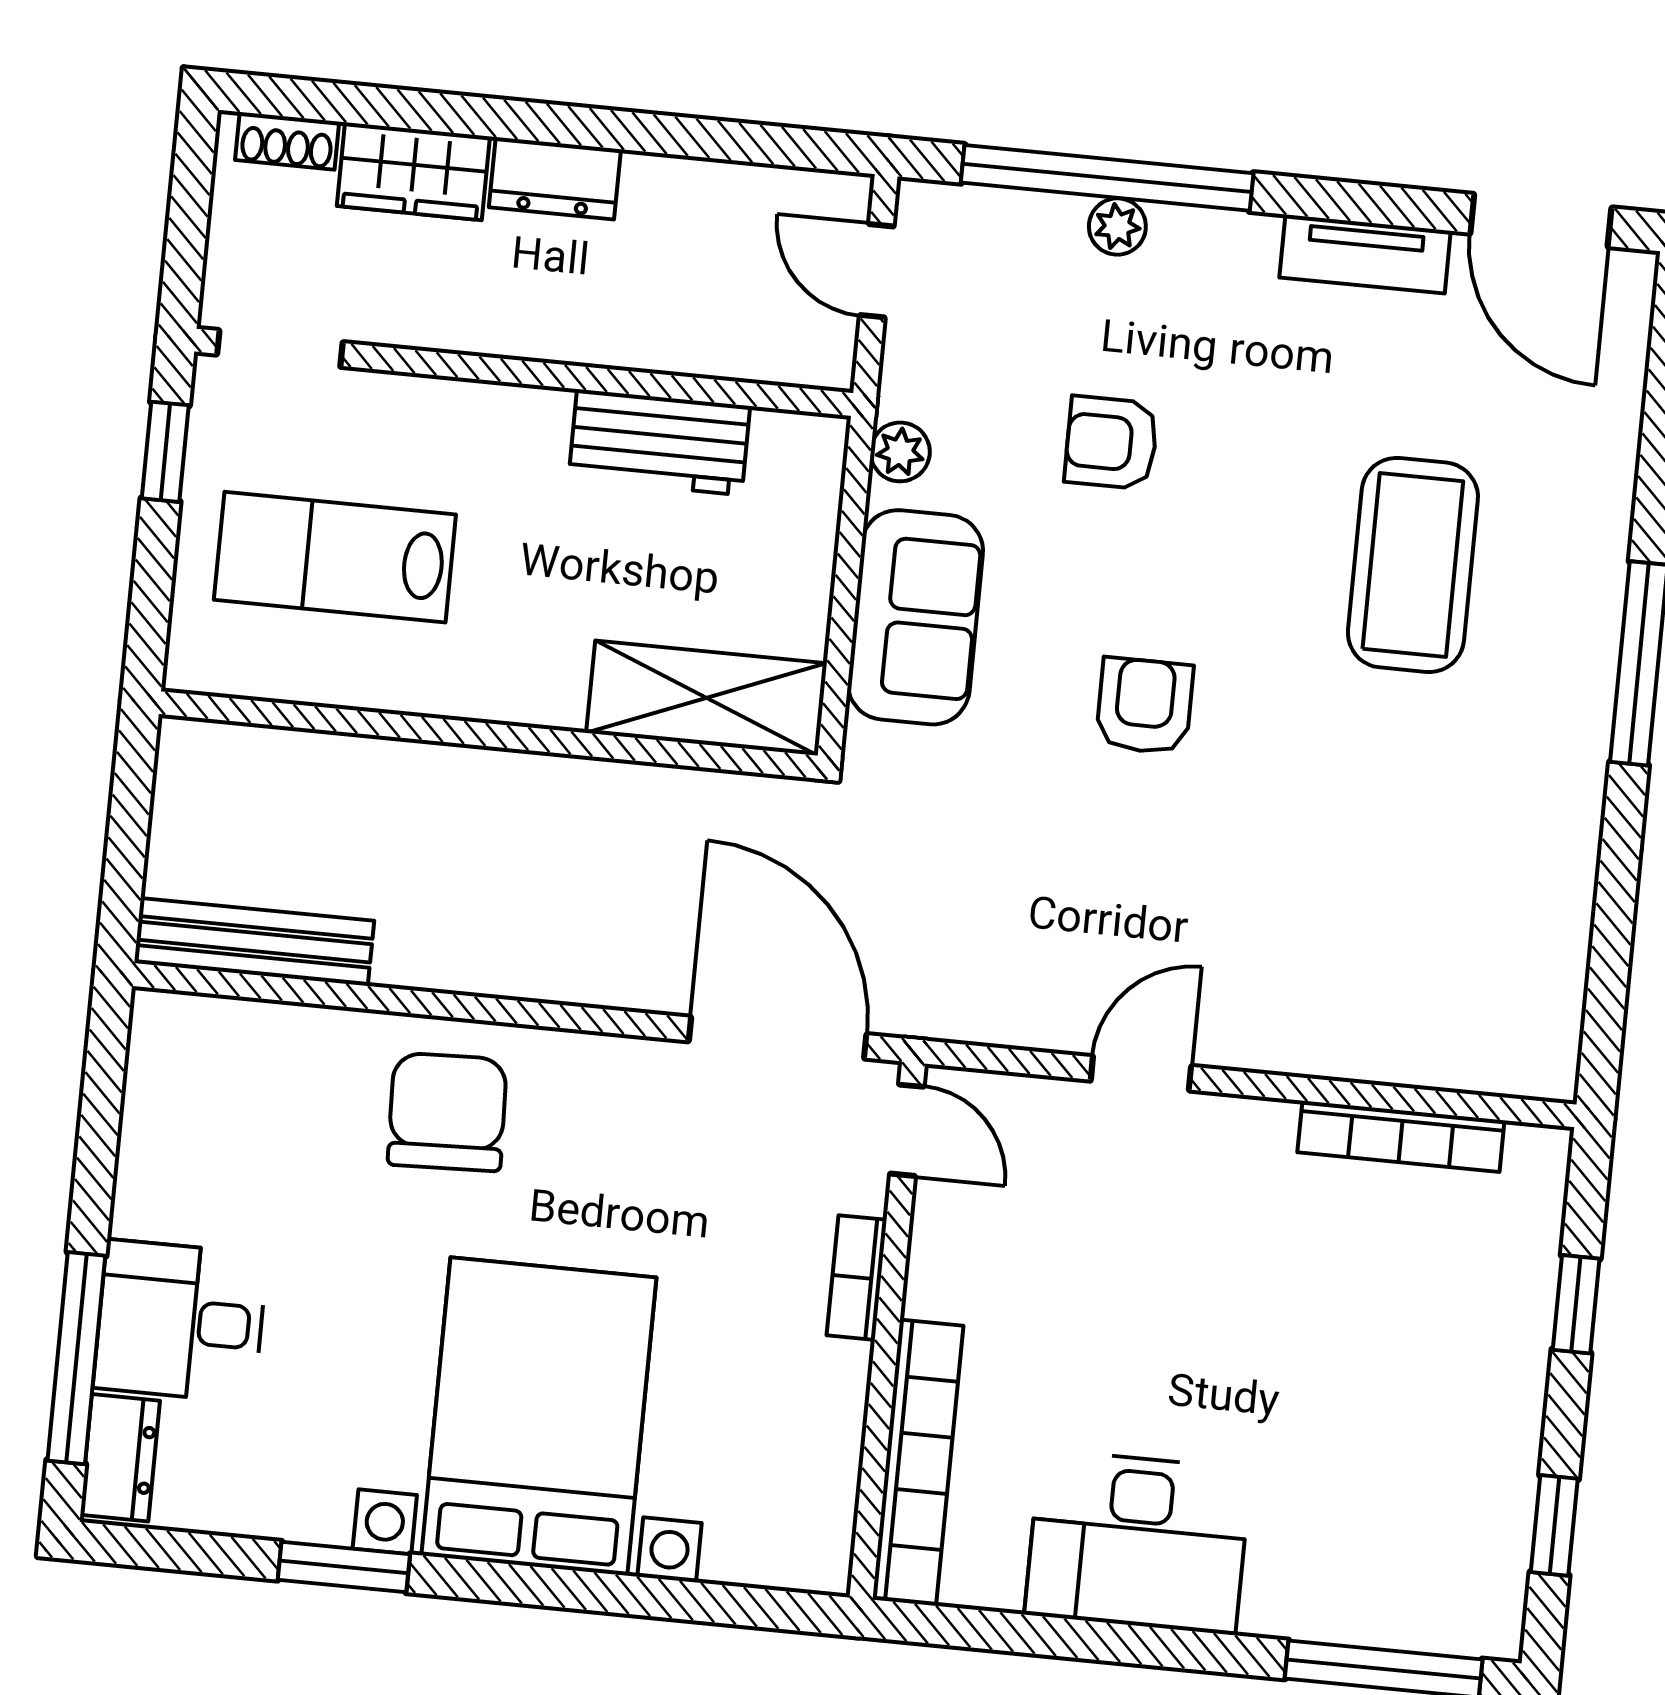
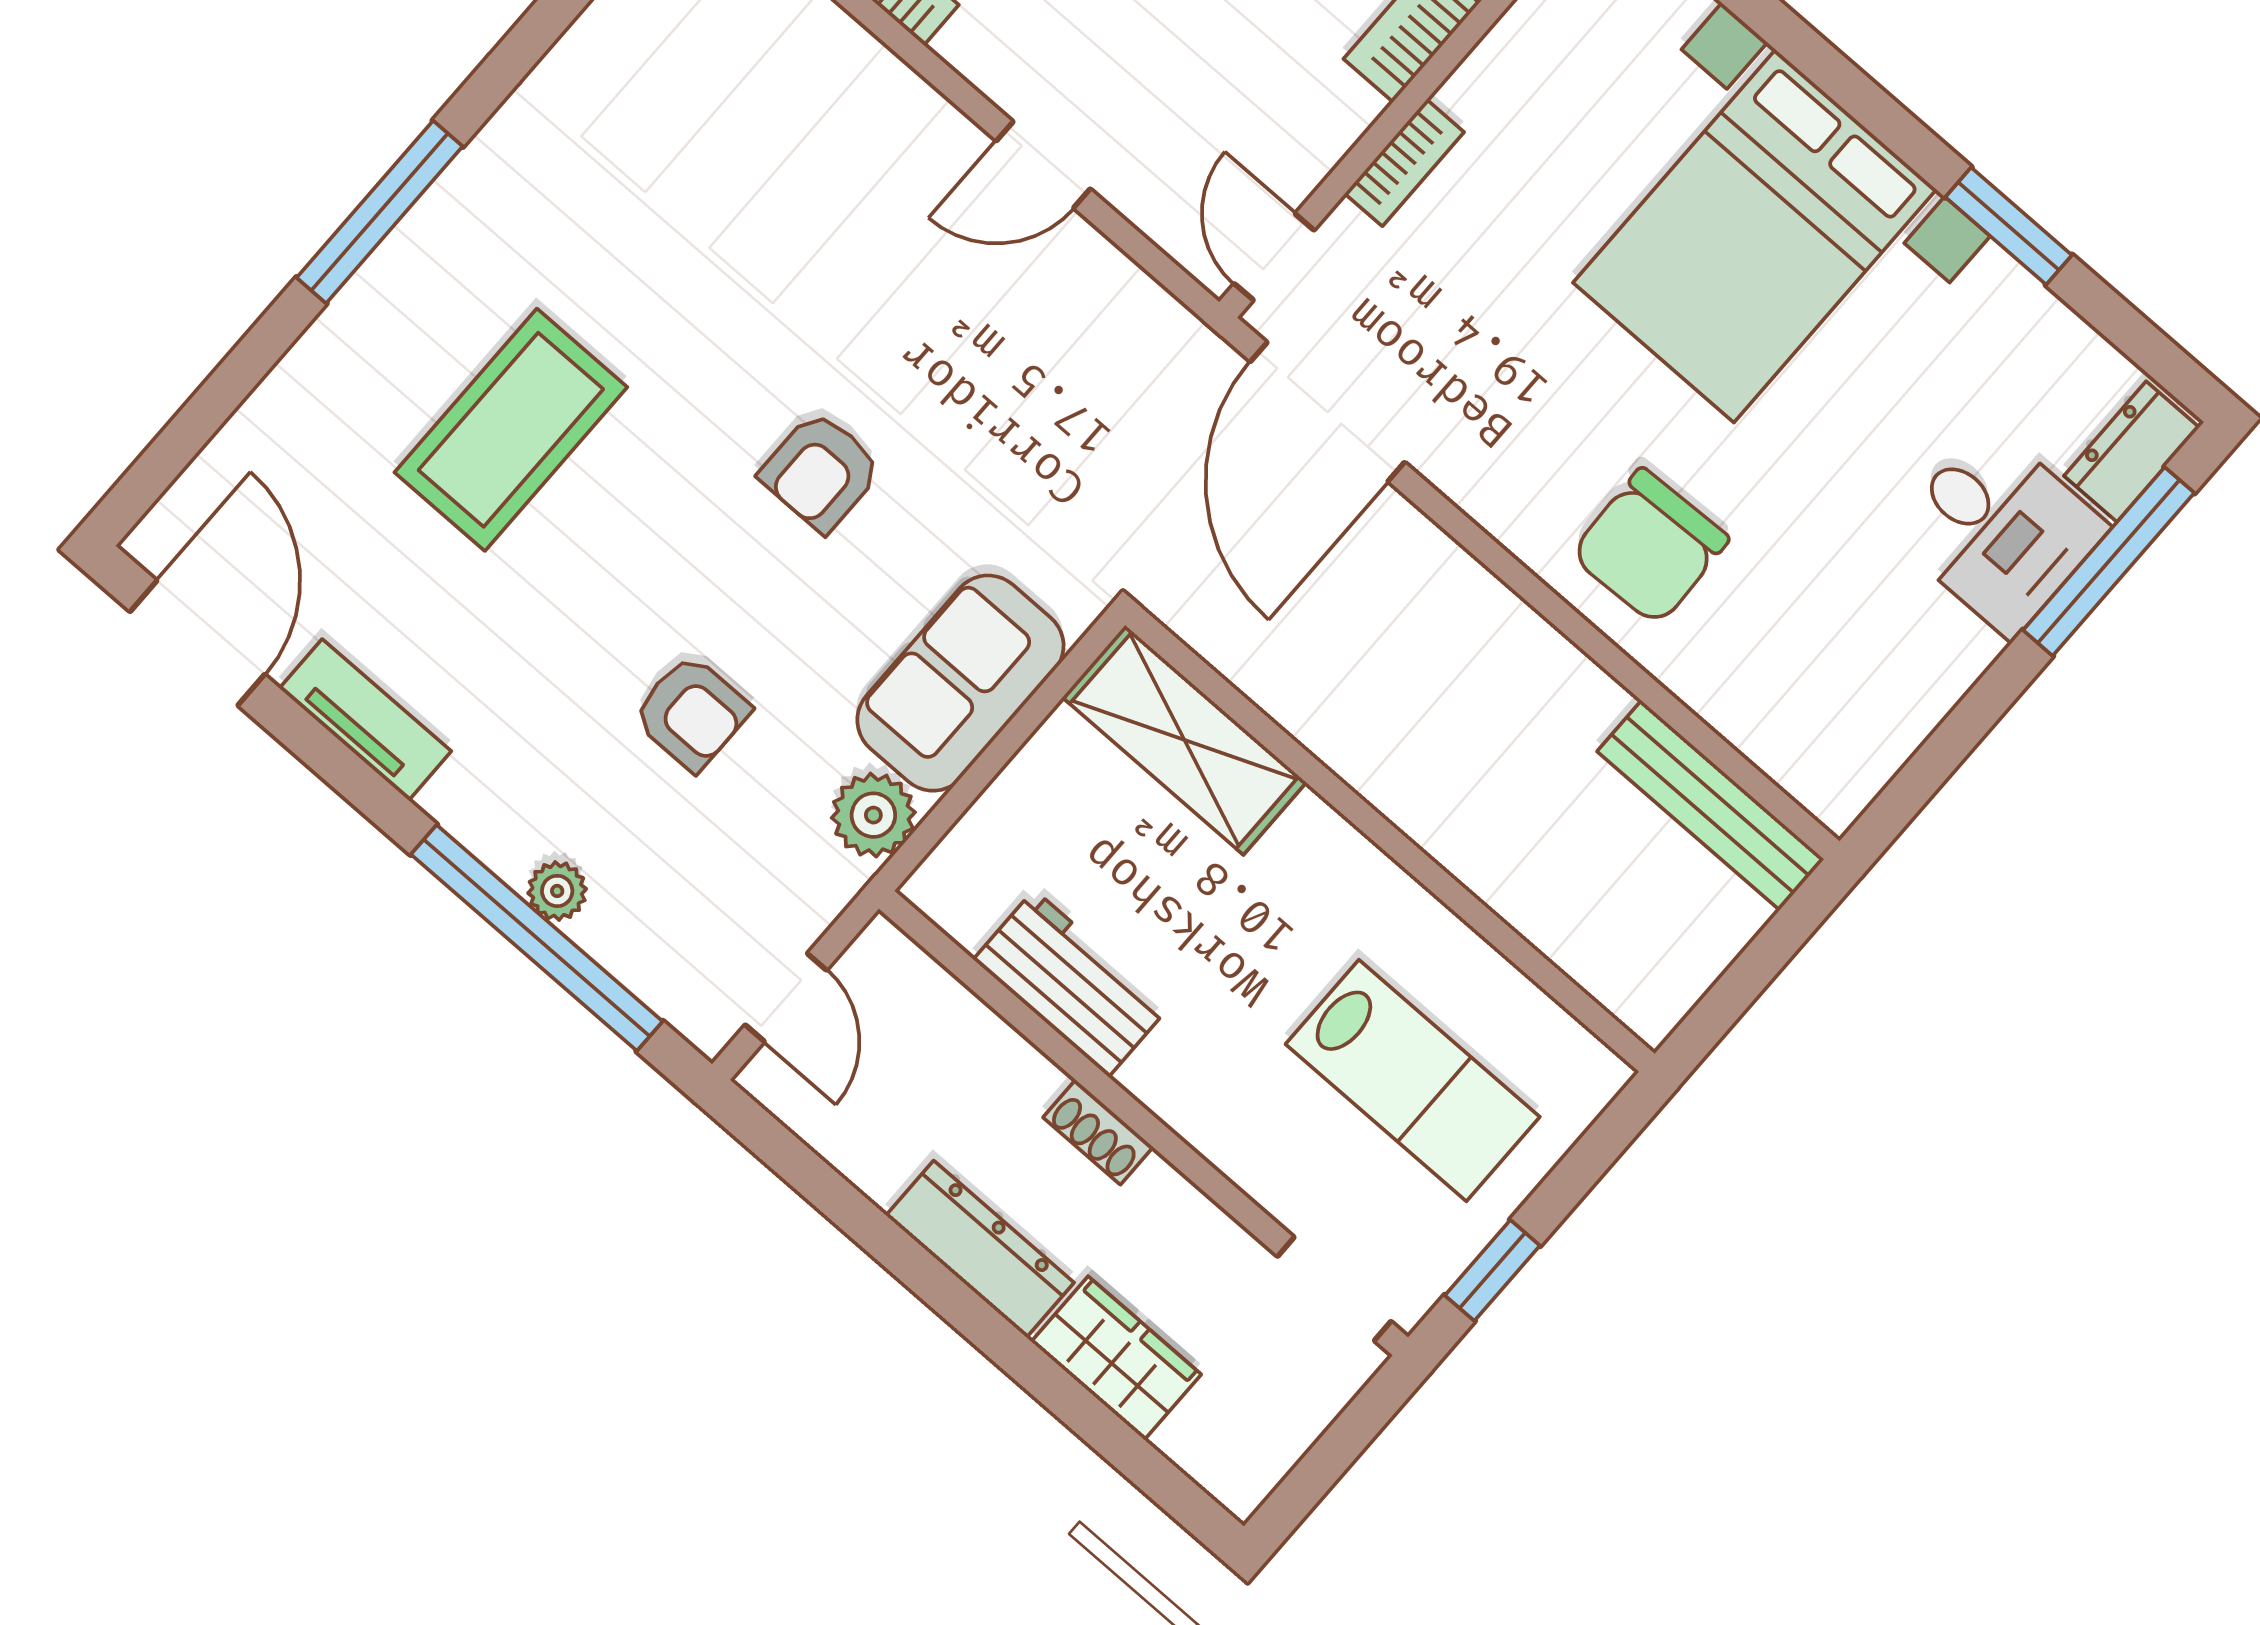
shoe rack: (287, 141) -> (1098, 1132), moved, turned 180
dresser: (555, 178) -> (980, 1249), width x1.44
plant: (900, 452) -> (873, 815), width x1.38, depth x1.38

